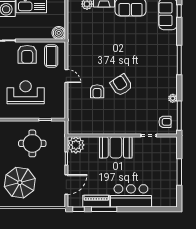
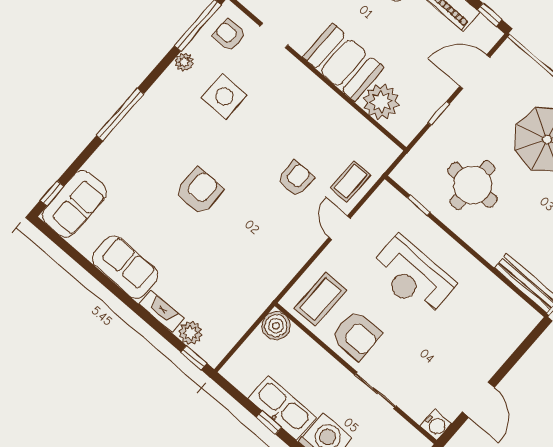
armchair: (27, 54) -> (357, 335), turned 90
door: (66, 76) -> (340, 228), moved
armchair: (121, 85) -> (199, 191), moved, turned -147
side table: (148, 98) -> (224, 96), added
coffee table: (77, 107) -> (350, 181), added
plant: (76, 145) -> (381, 102), moved

